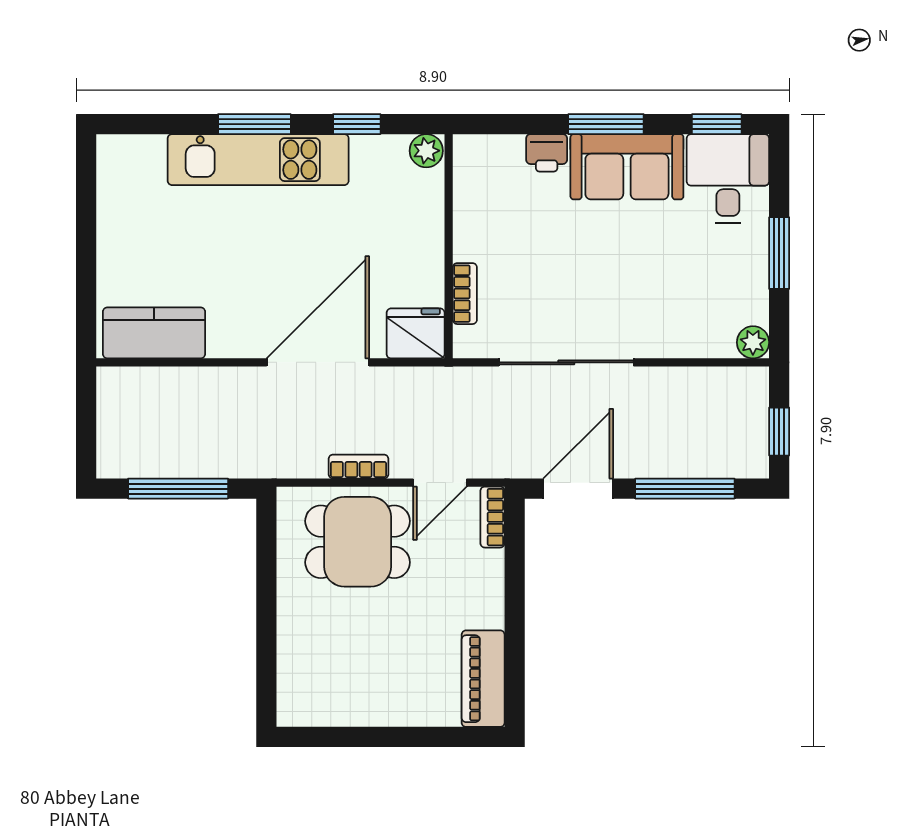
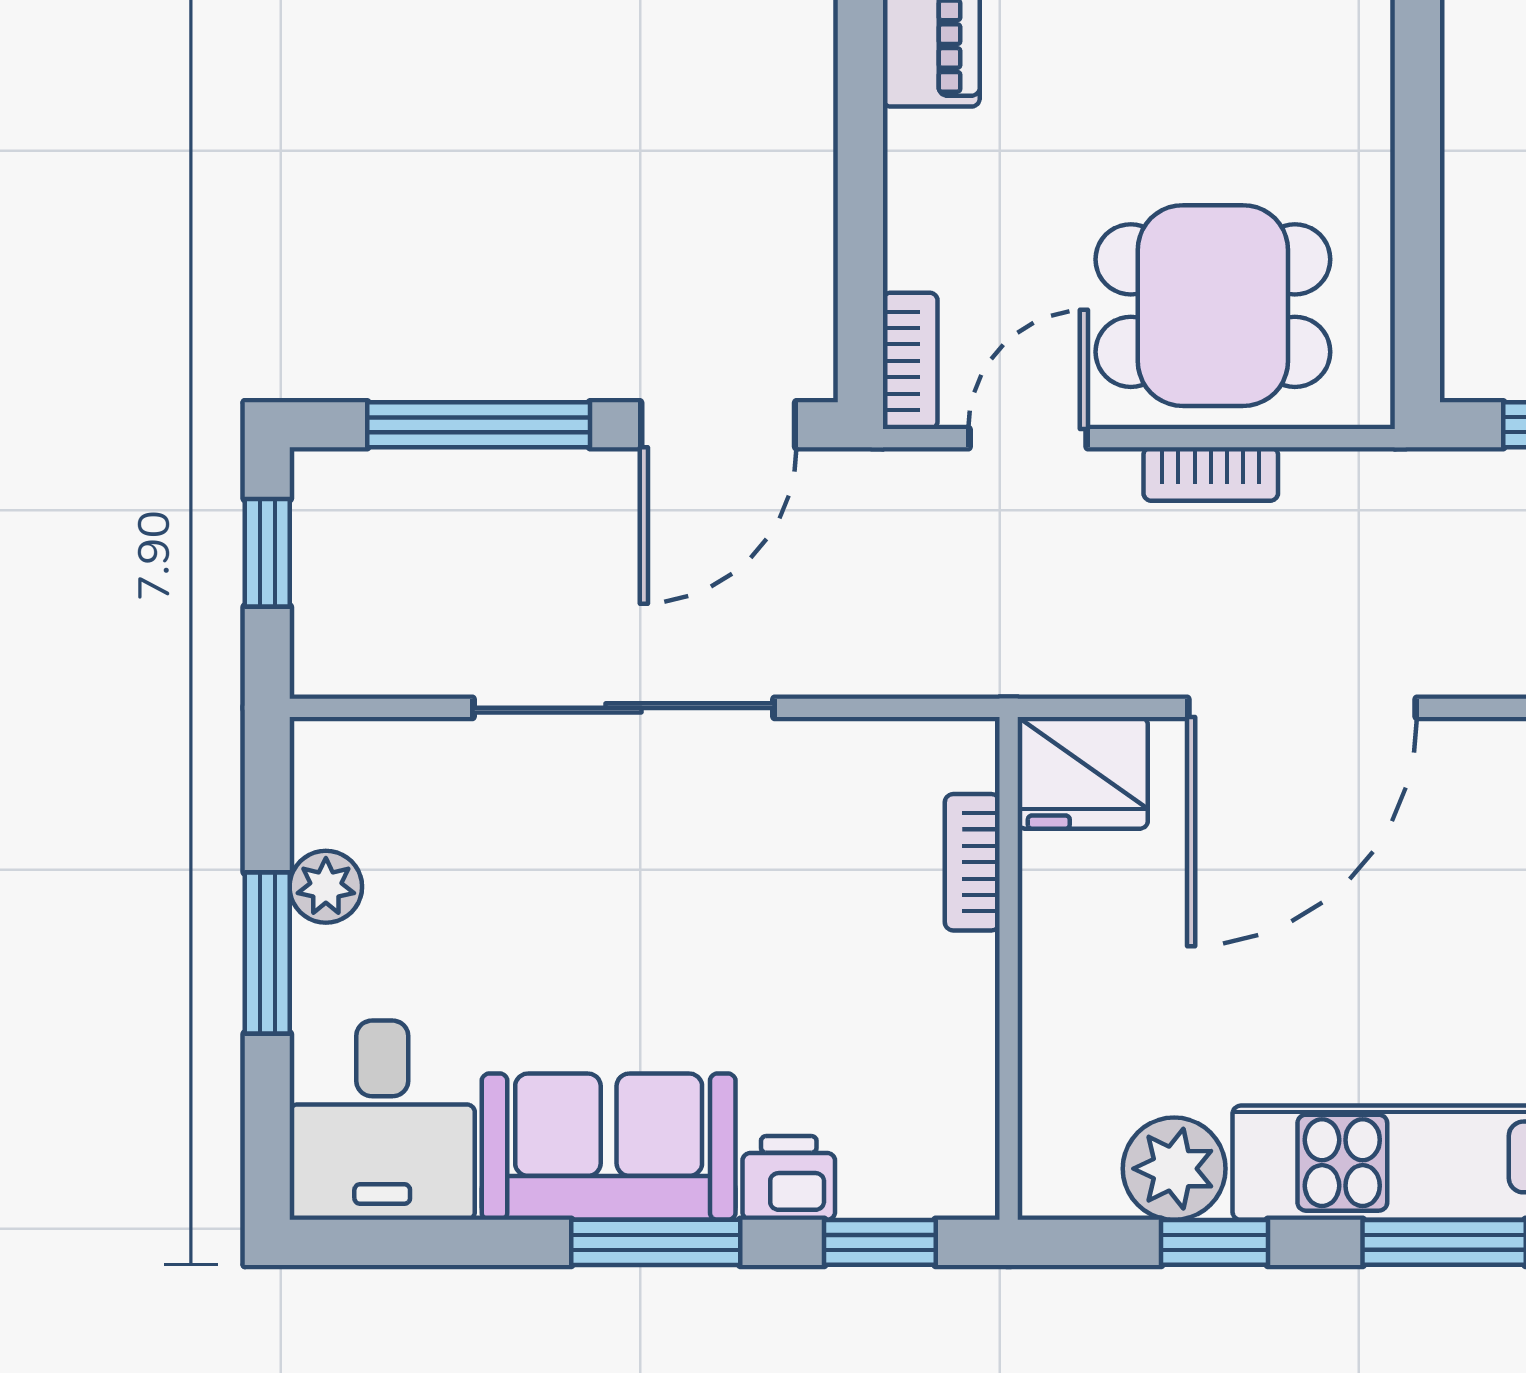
window: (717, 124) -> (880, 1242), moved
plant: (426, 151) -> (1174, 1169), moved, width x1.38, depth x1.38
plant: (753, 342) -> (326, 887), moved
sliding door: (566, 362) -> (623, 708), moved

